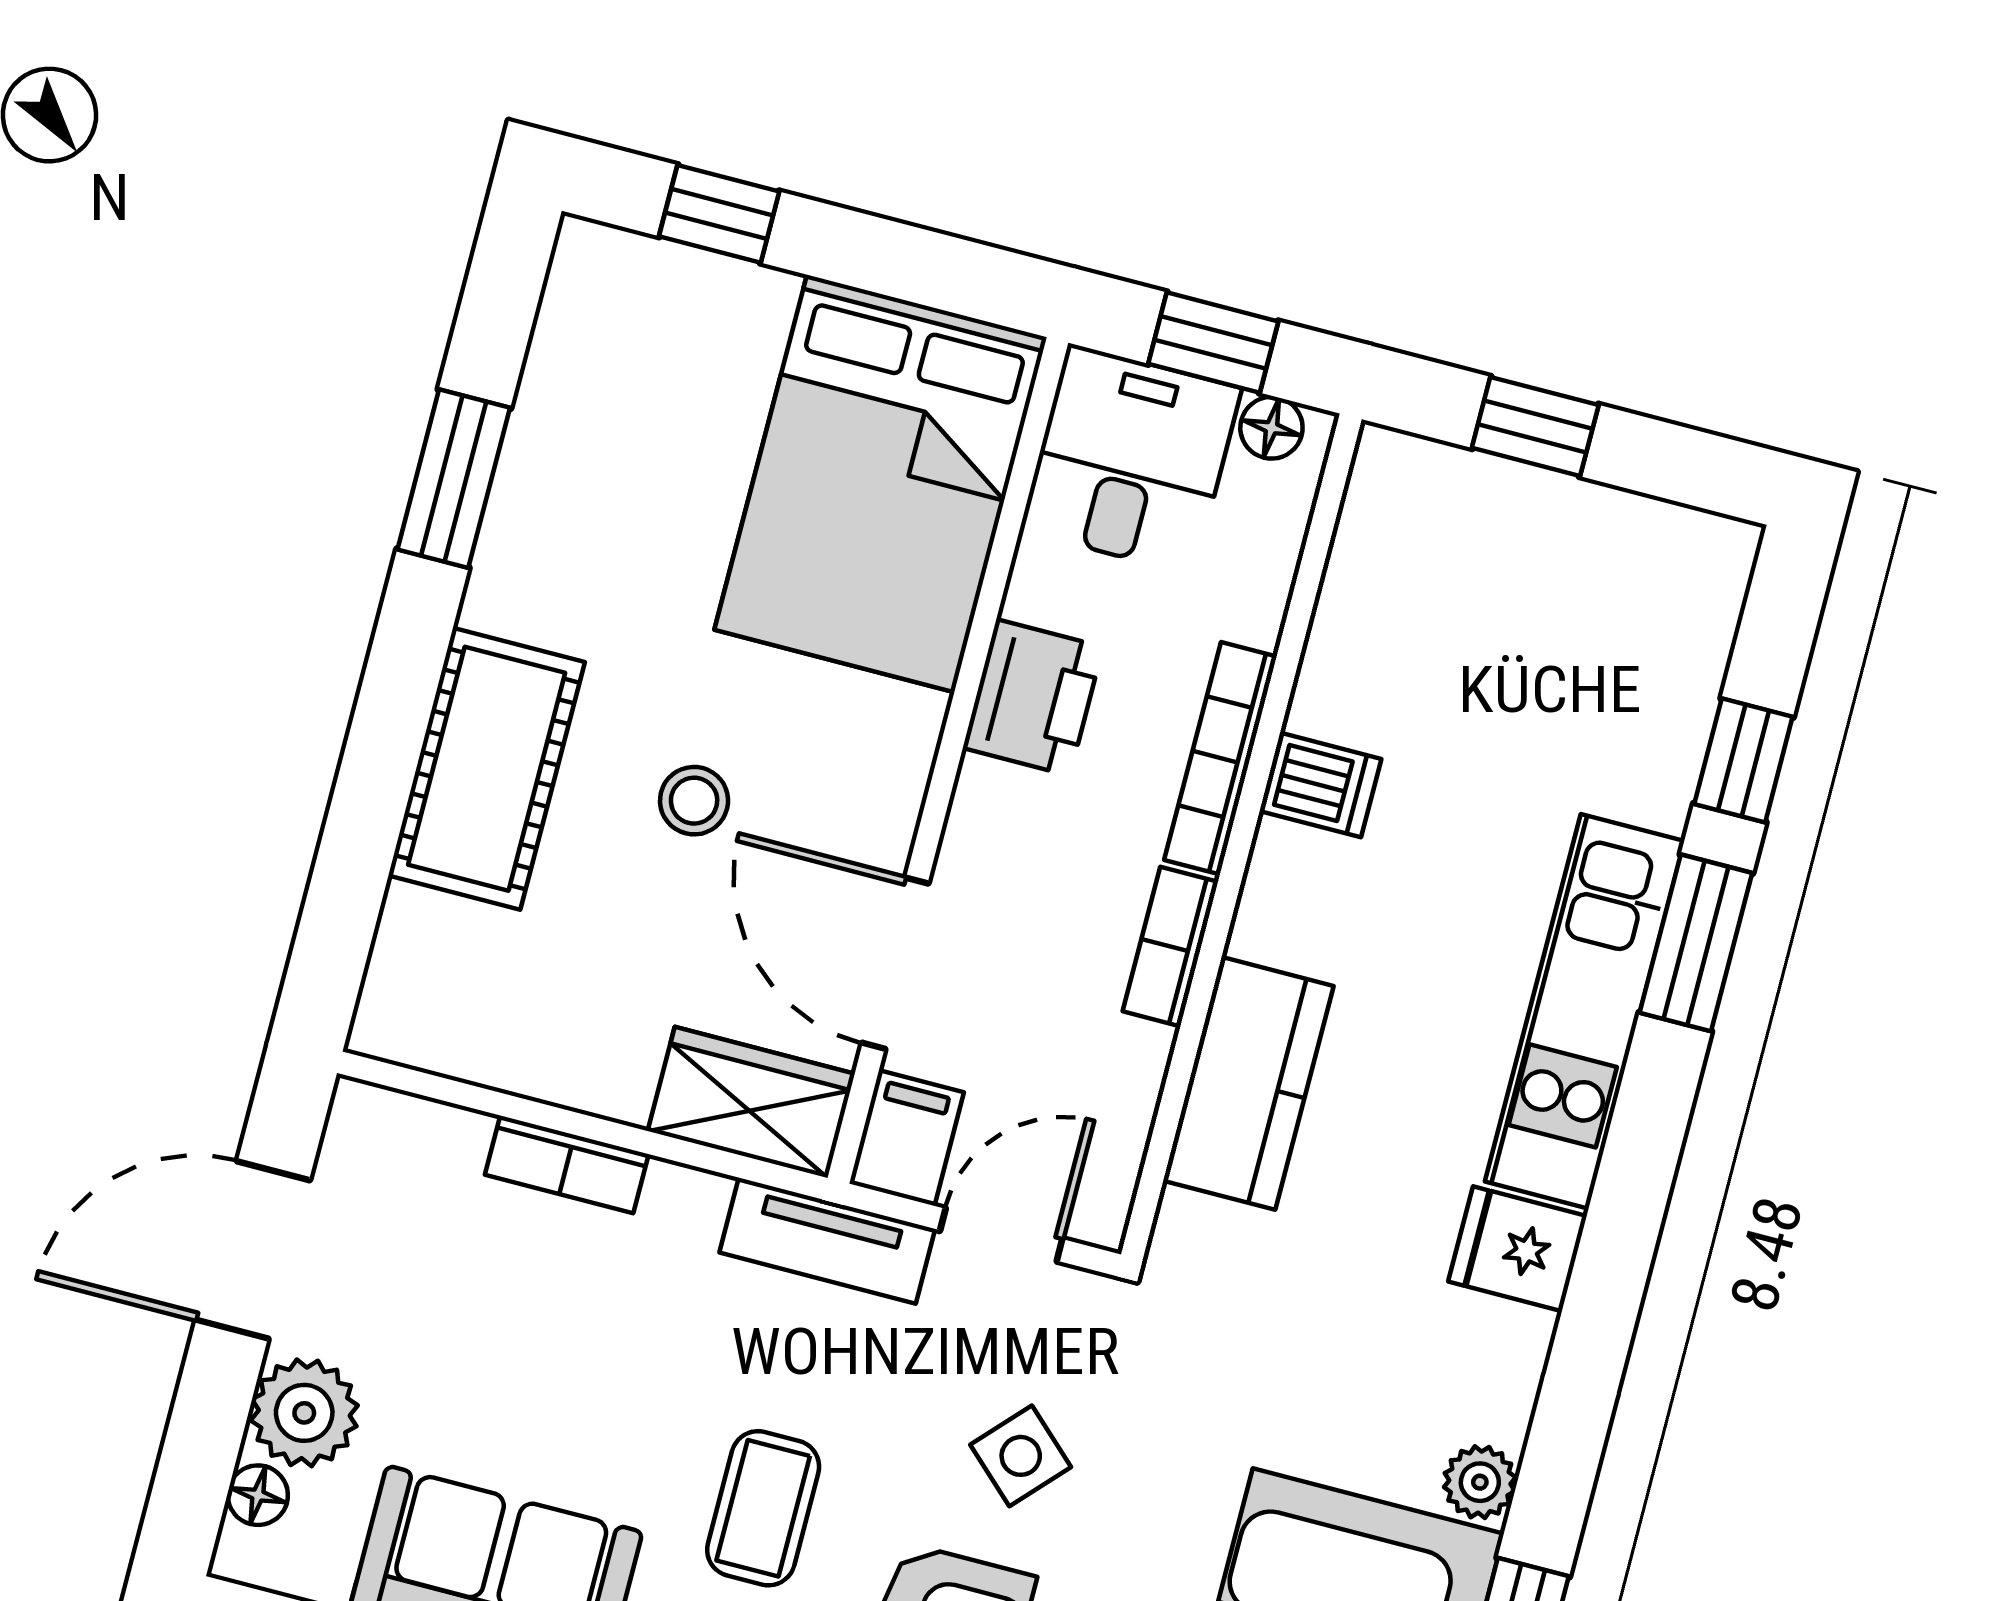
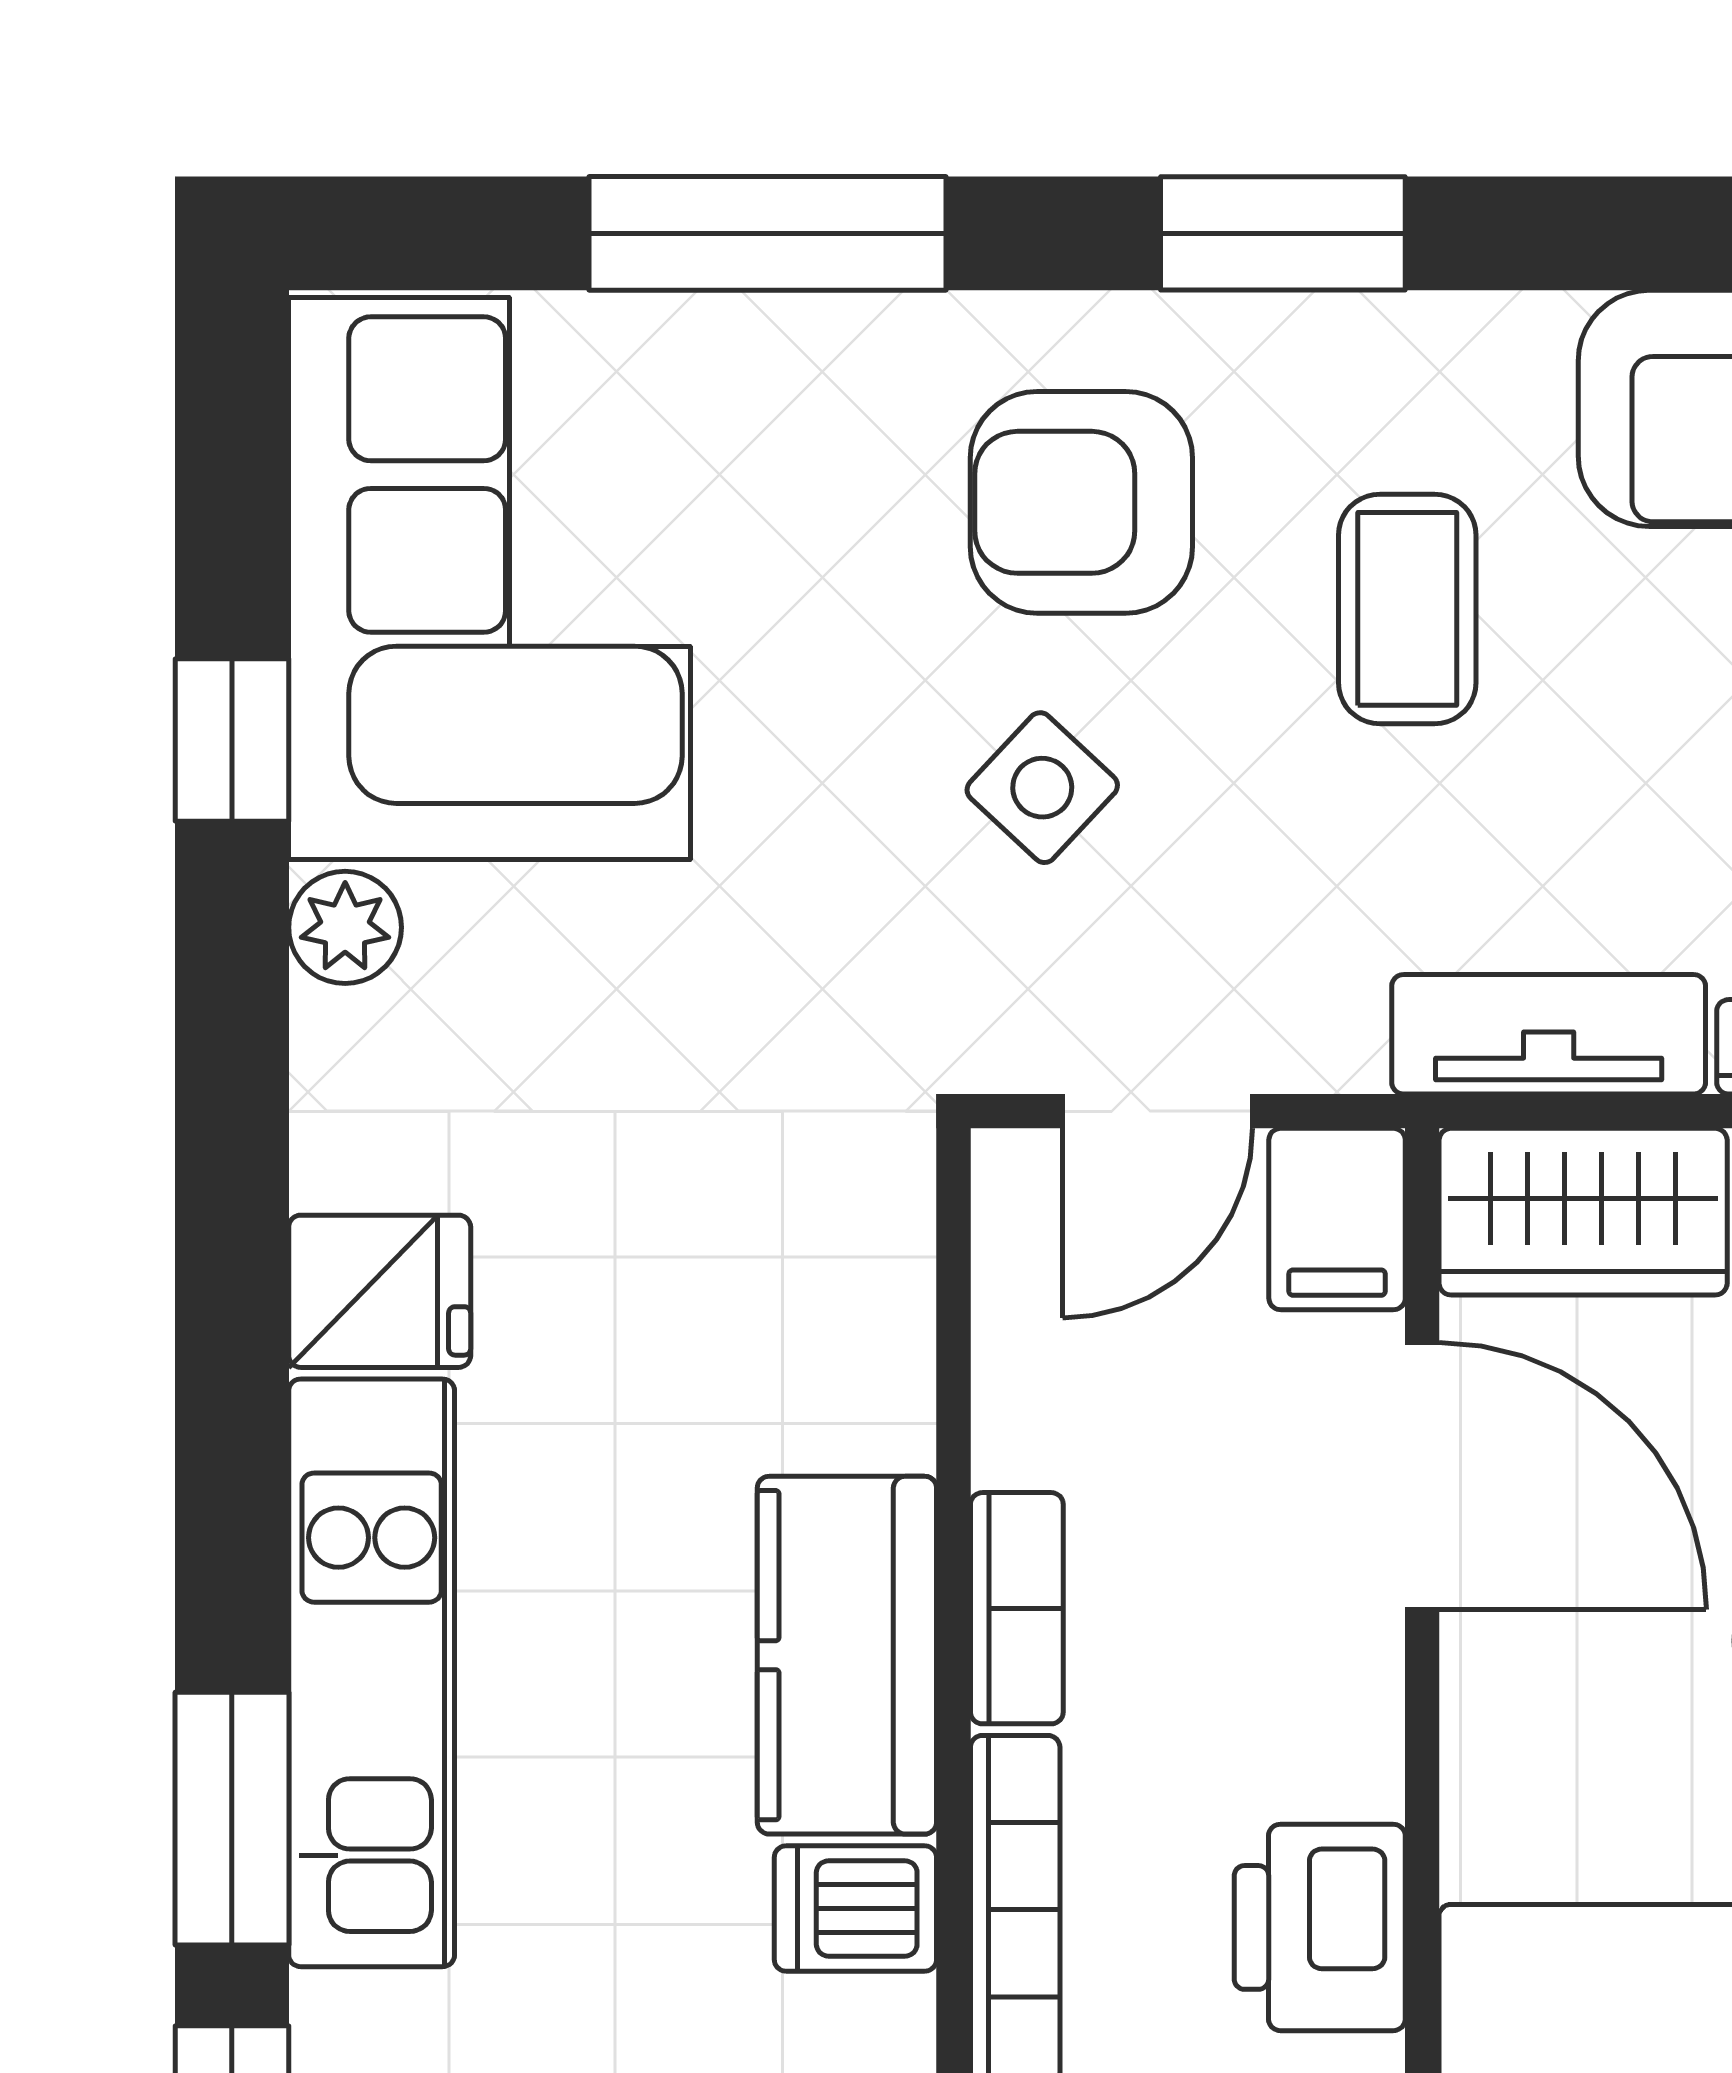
kitchen counter: (1248, 1083) -> (847, 1655), moved
tv unit: (827, 1241) -> (1549, 1034), moved

